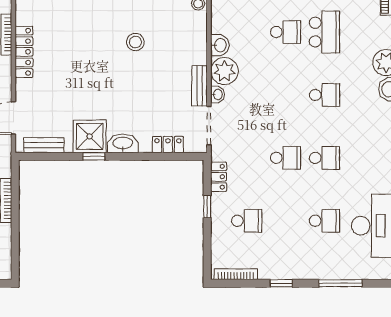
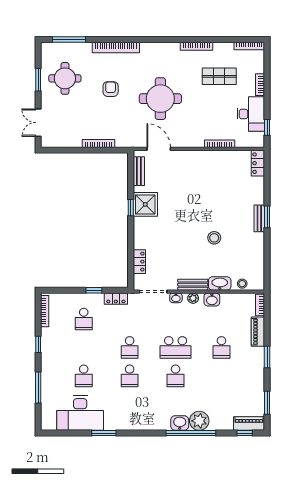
school desk: (324, 32) -> (176, 347), moved
locker: (24, 52) -> (207, 157), removed
plant: (224, 71) -> (193, 298), width x0.53, depth x0.53
bench: (200, 86) -> (193, 285), moved
washbasin: (123, 143) -> (220, 283), moved, turned -90

